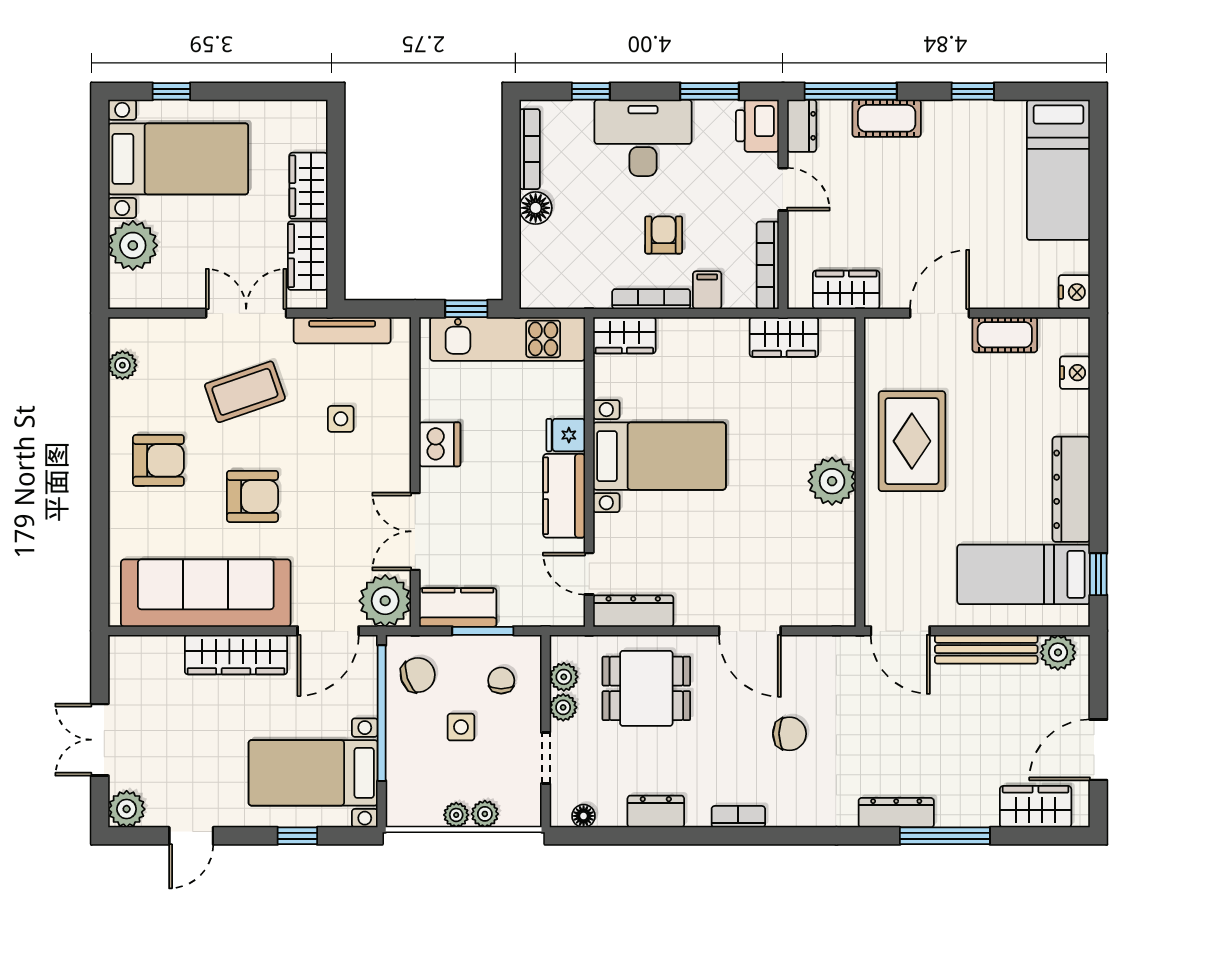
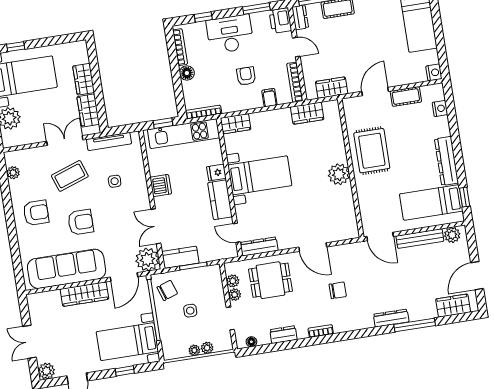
bookcase: (651, 299) -> (204, 112), moved
chair: (501, 680) -> (205, 287), removed

